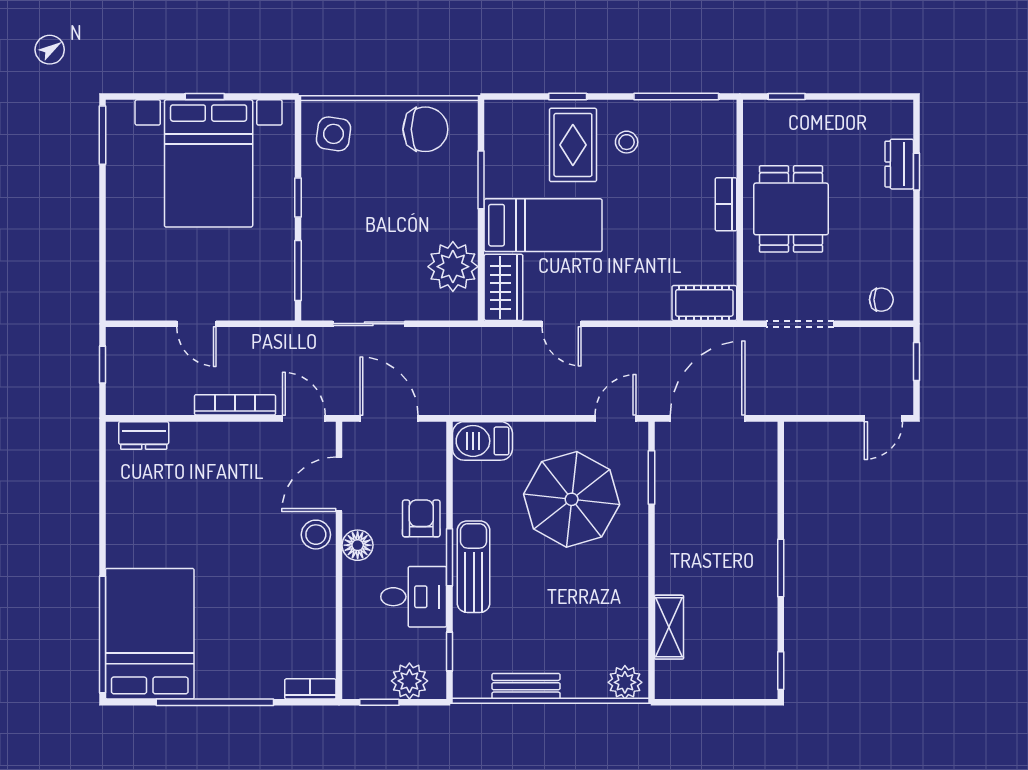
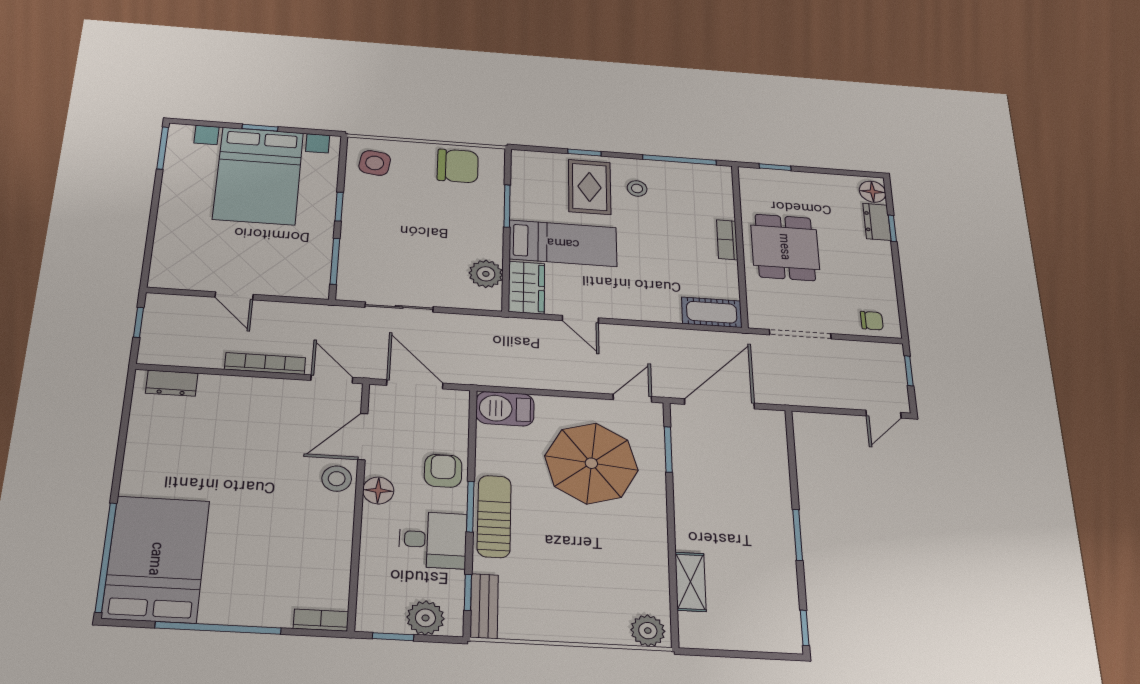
floor lamp: (898, 121) -> (873, 192), added
plant: (453, 267) -> (486, 274), width x0.73, depth x0.73
bench: (526, 686) -> (484, 606), moved, turned 90

